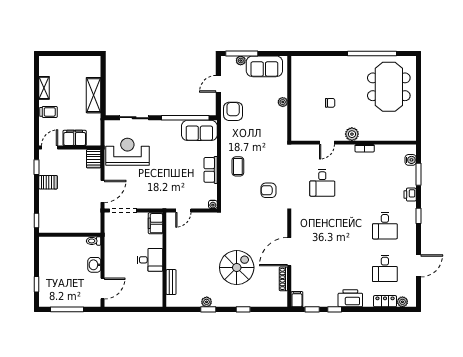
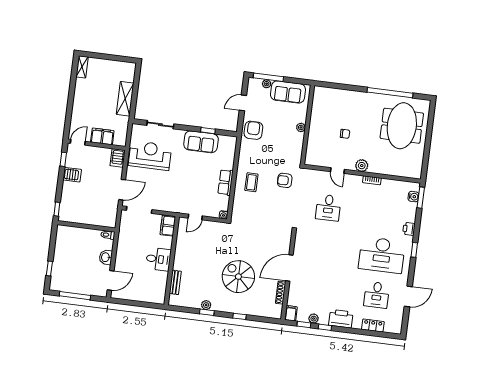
shelving: (44, 88) -> (82, 67), moved
trolley: (49, 112) -> (81, 109), removed
window: (185, 118) -> (208, 131), width x0.32
sofa: (199, 130) -> (201, 142), moved
door: (327, 143) -> (337, 171), hinge flipped
window: (418, 174) -> (421, 198), moved
armchair: (269, 190) -> (285, 180), moved
desk: (385, 226) -> (382, 255), width x1.87, depth x1.30
spiral stairs: (237, 268) -> (238, 277), turned -90
plant: (402, 302) -> (314, 319), moved

